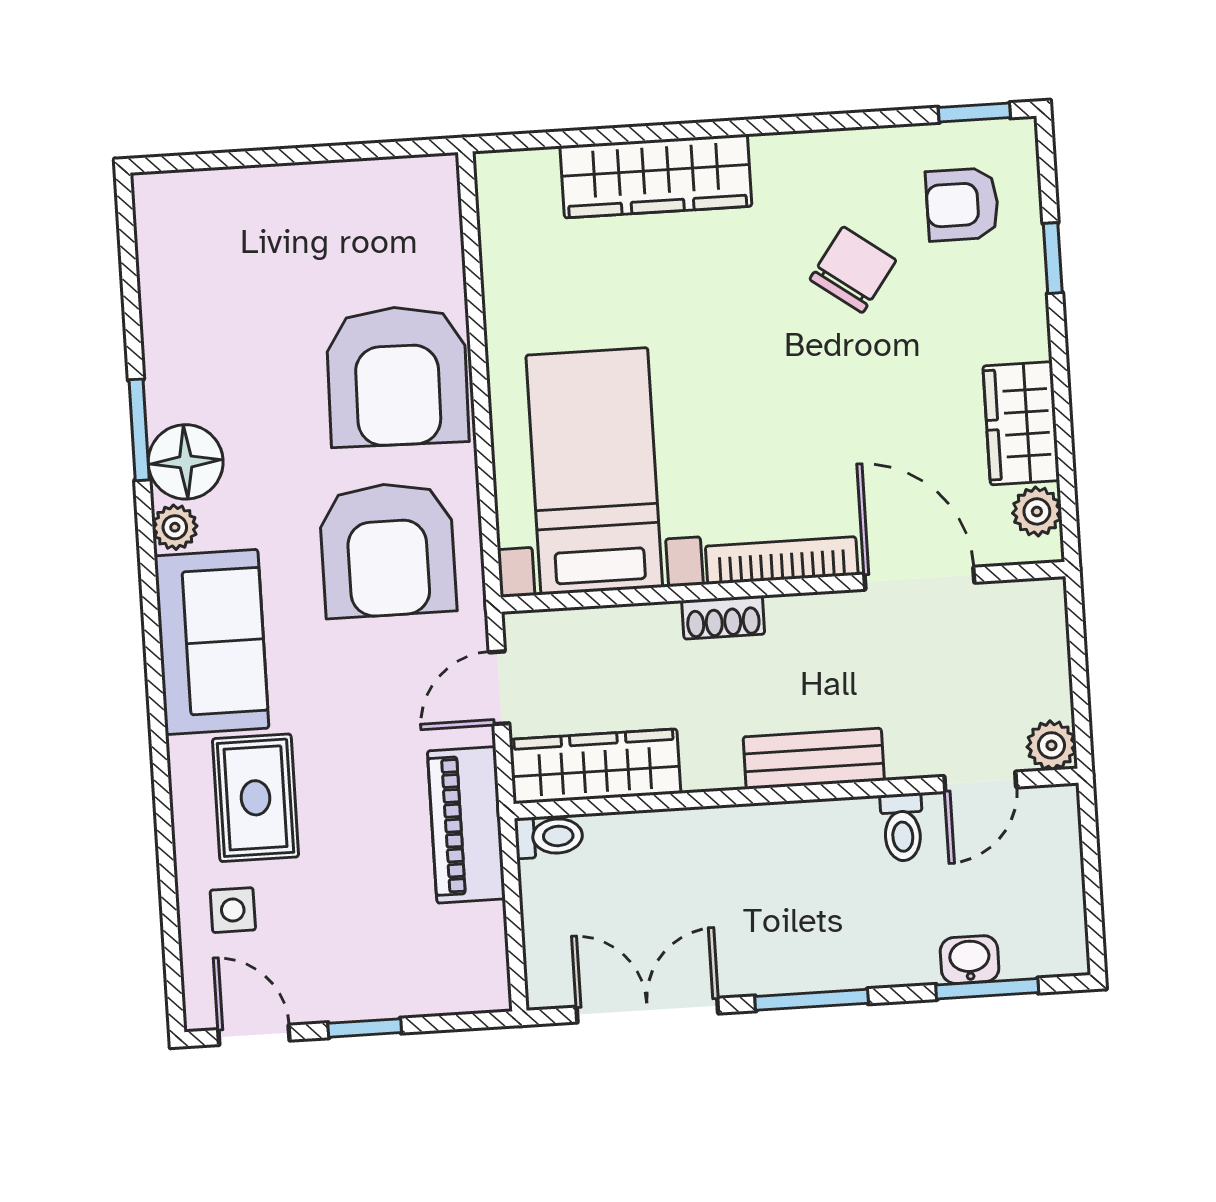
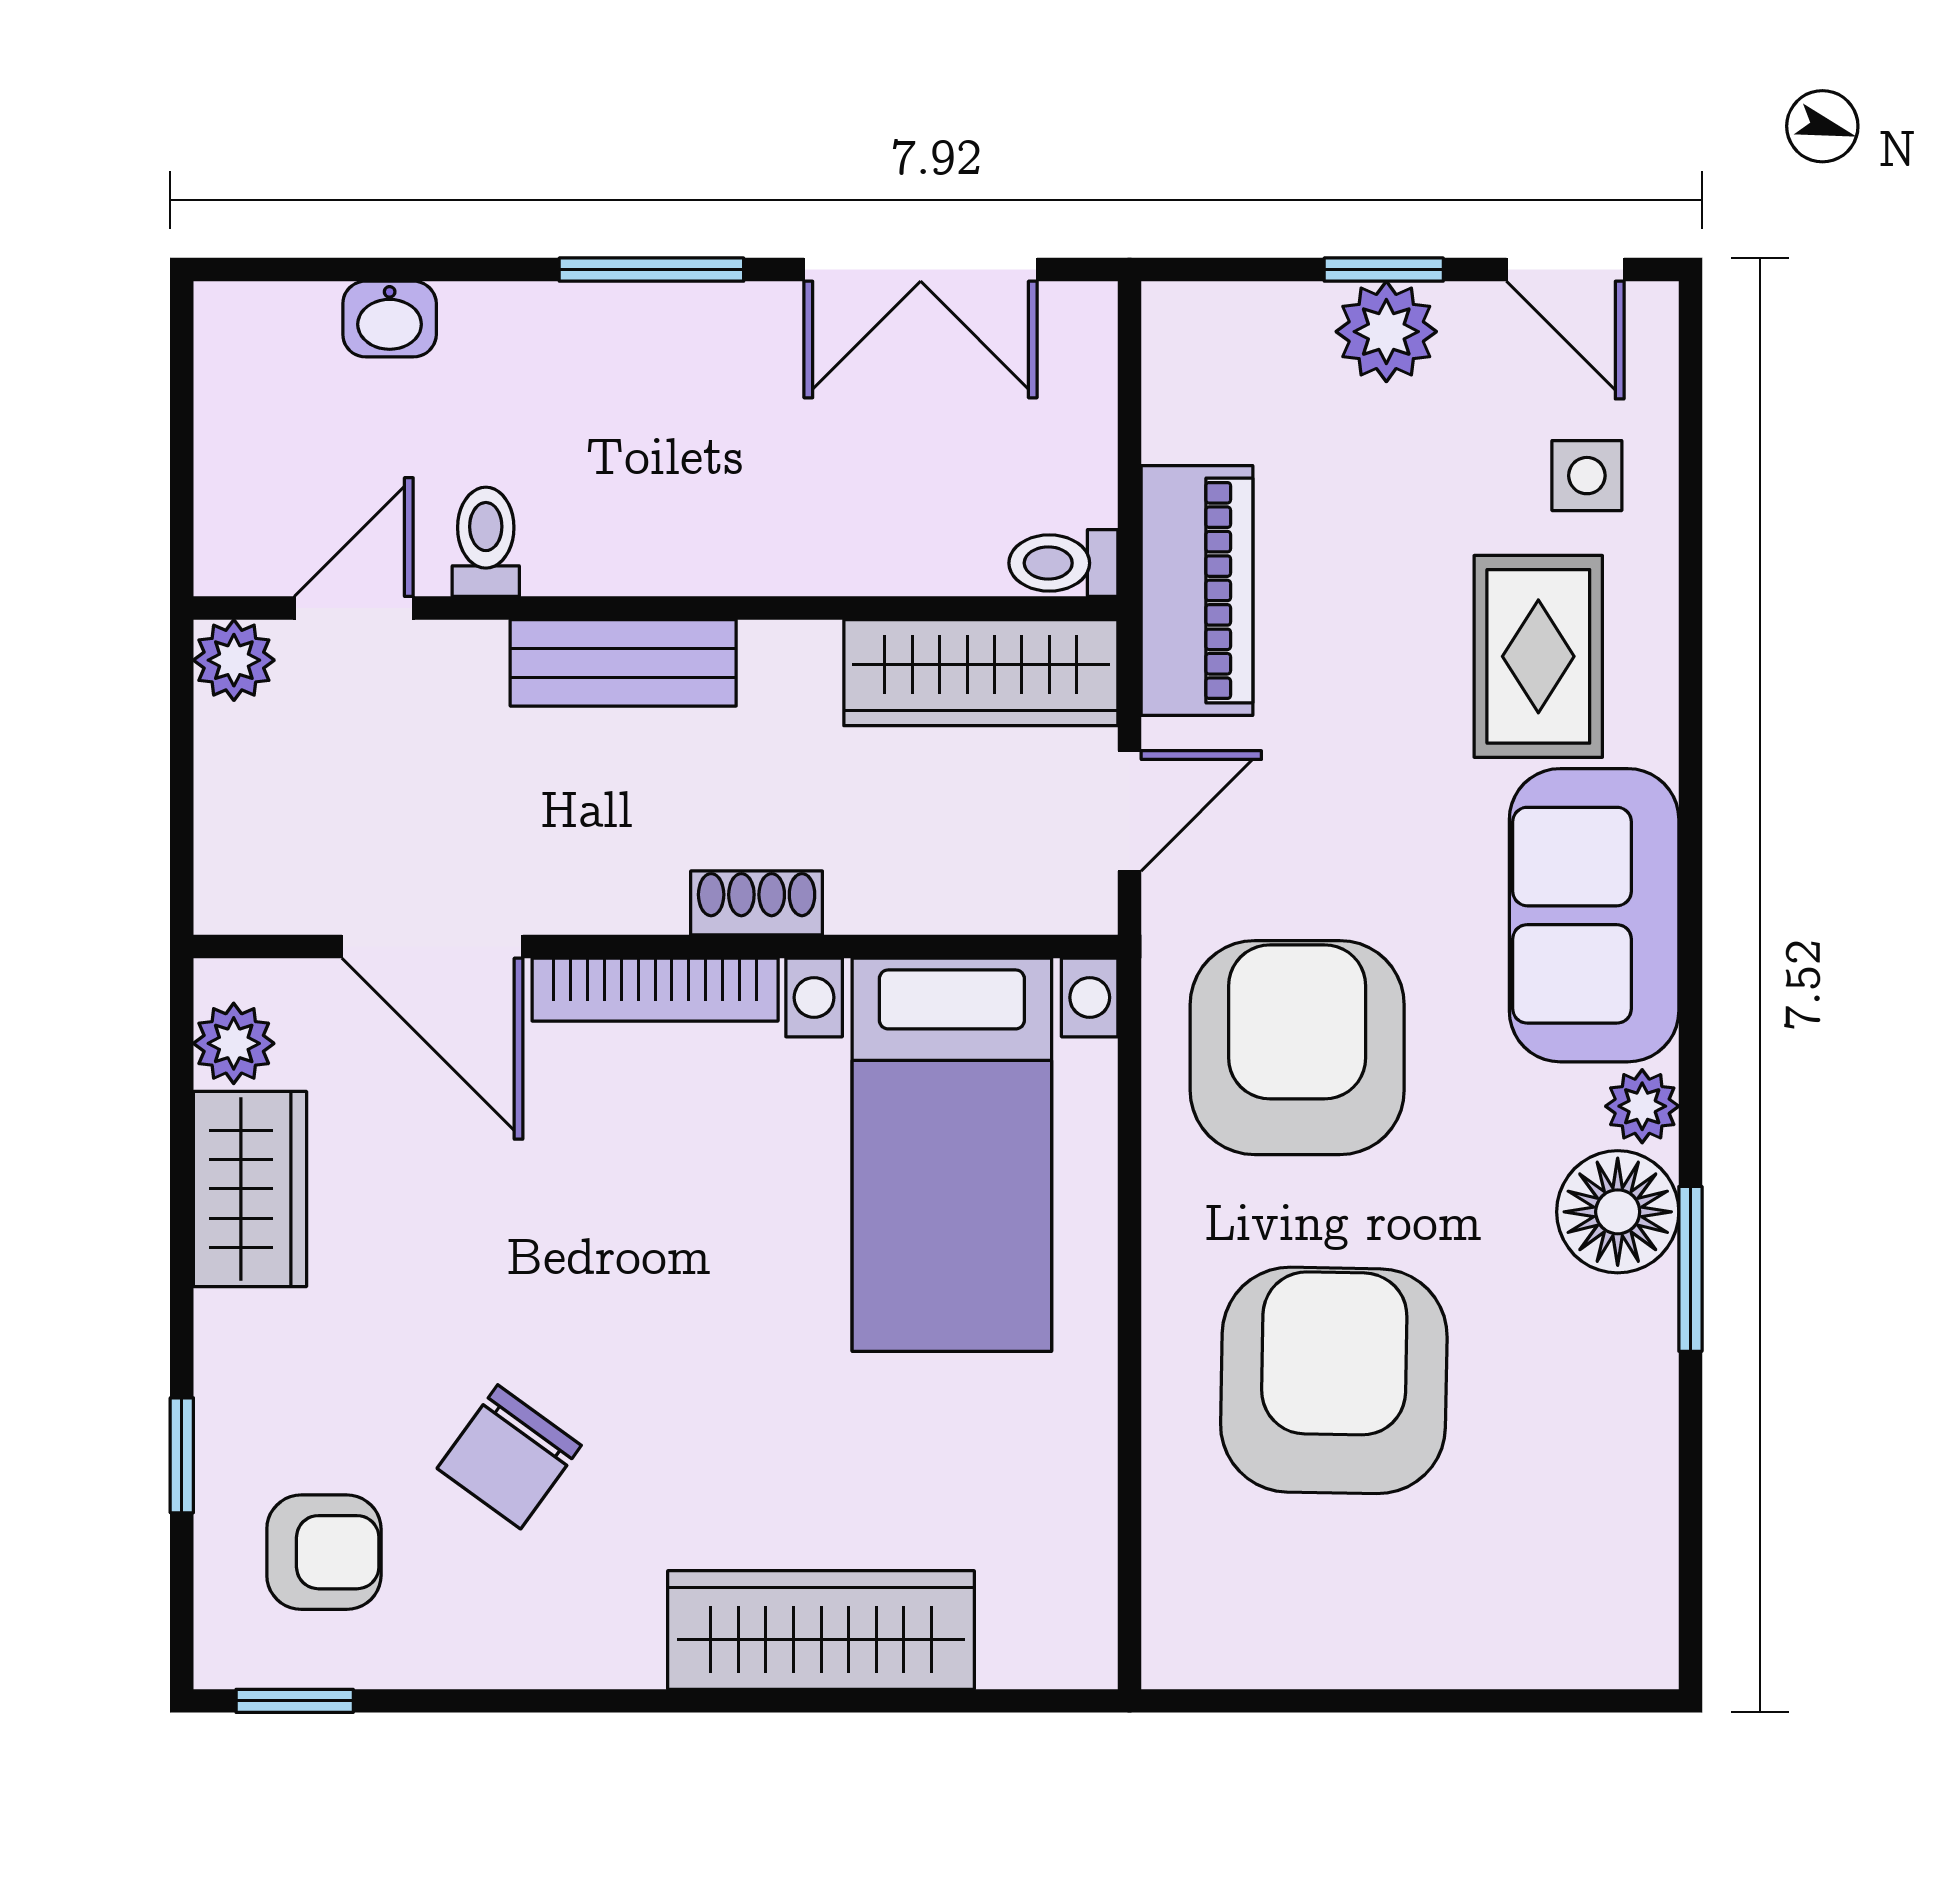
armchair: (397, 376) -> (1334, 1380), moved
window: (987, 989) -> (364, 270), removed
plant: (361, 990) -> (1386, 332), added

